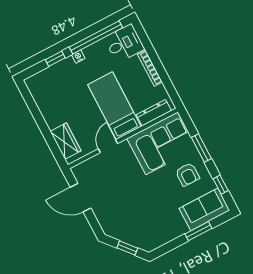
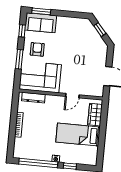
desk: (124, 43) -> (24, 149), removed
bed: (114, 106) -> (78, 135), moved, turned 90
window: (198, 231) -> (41, 11), moved

